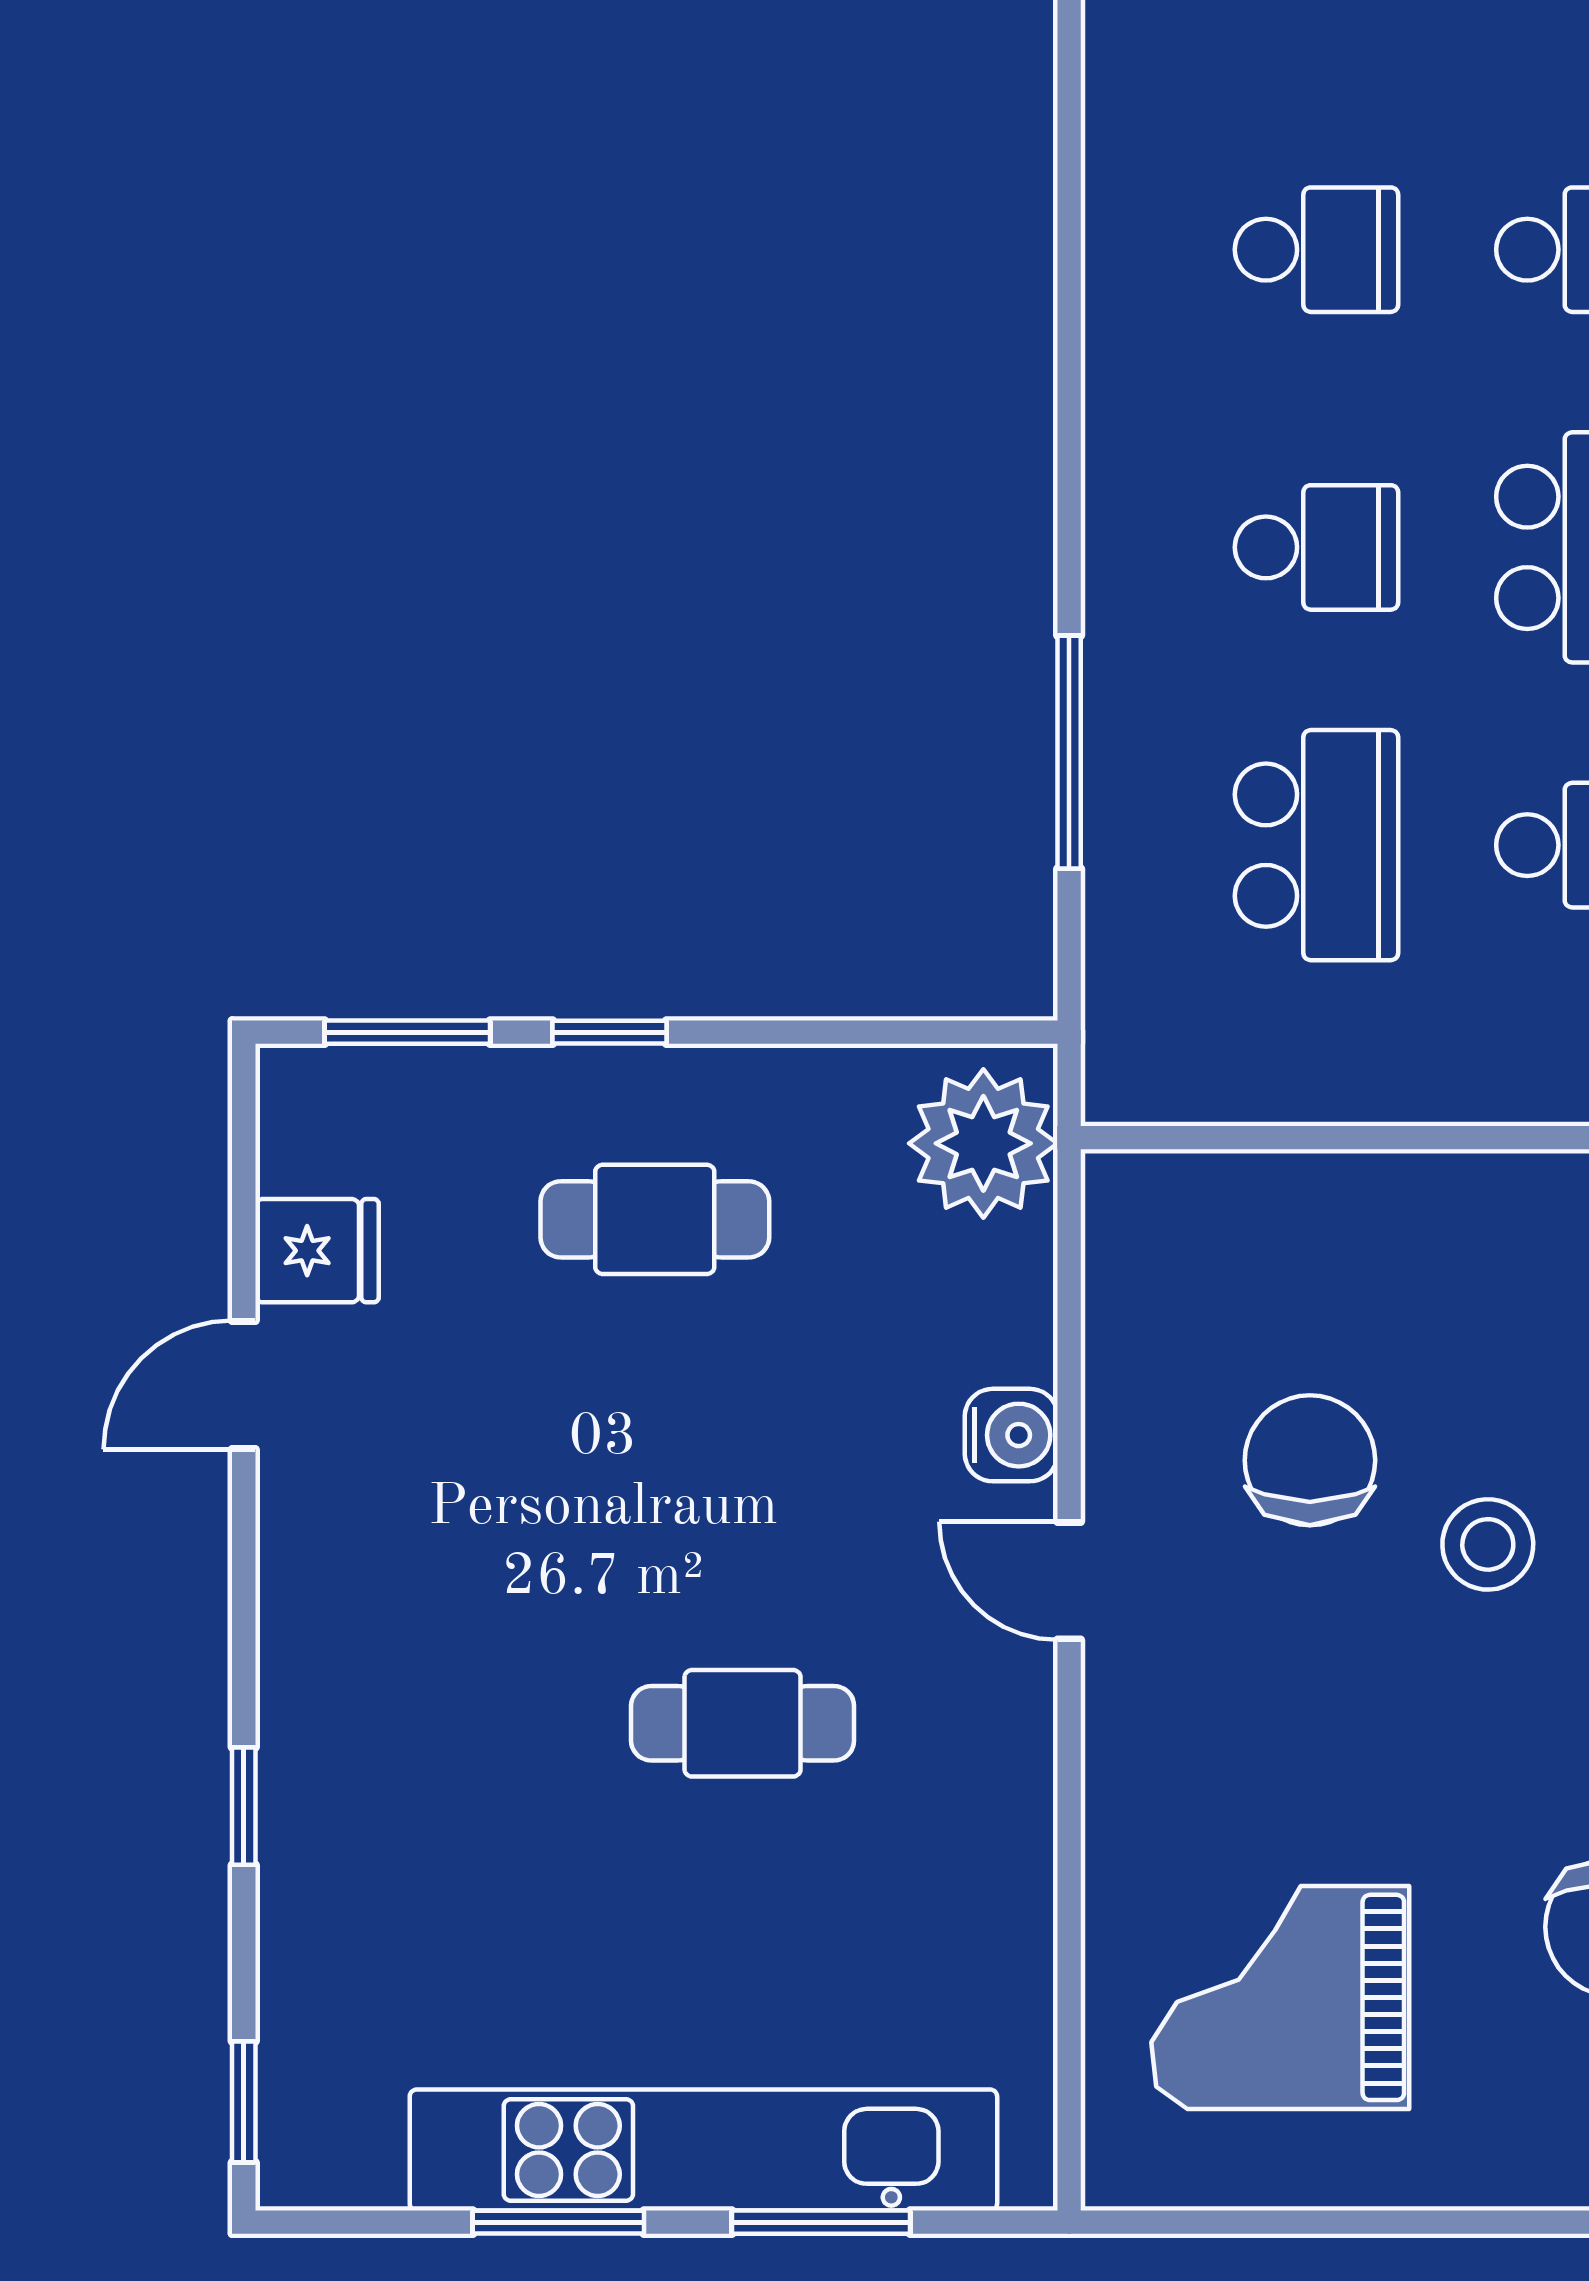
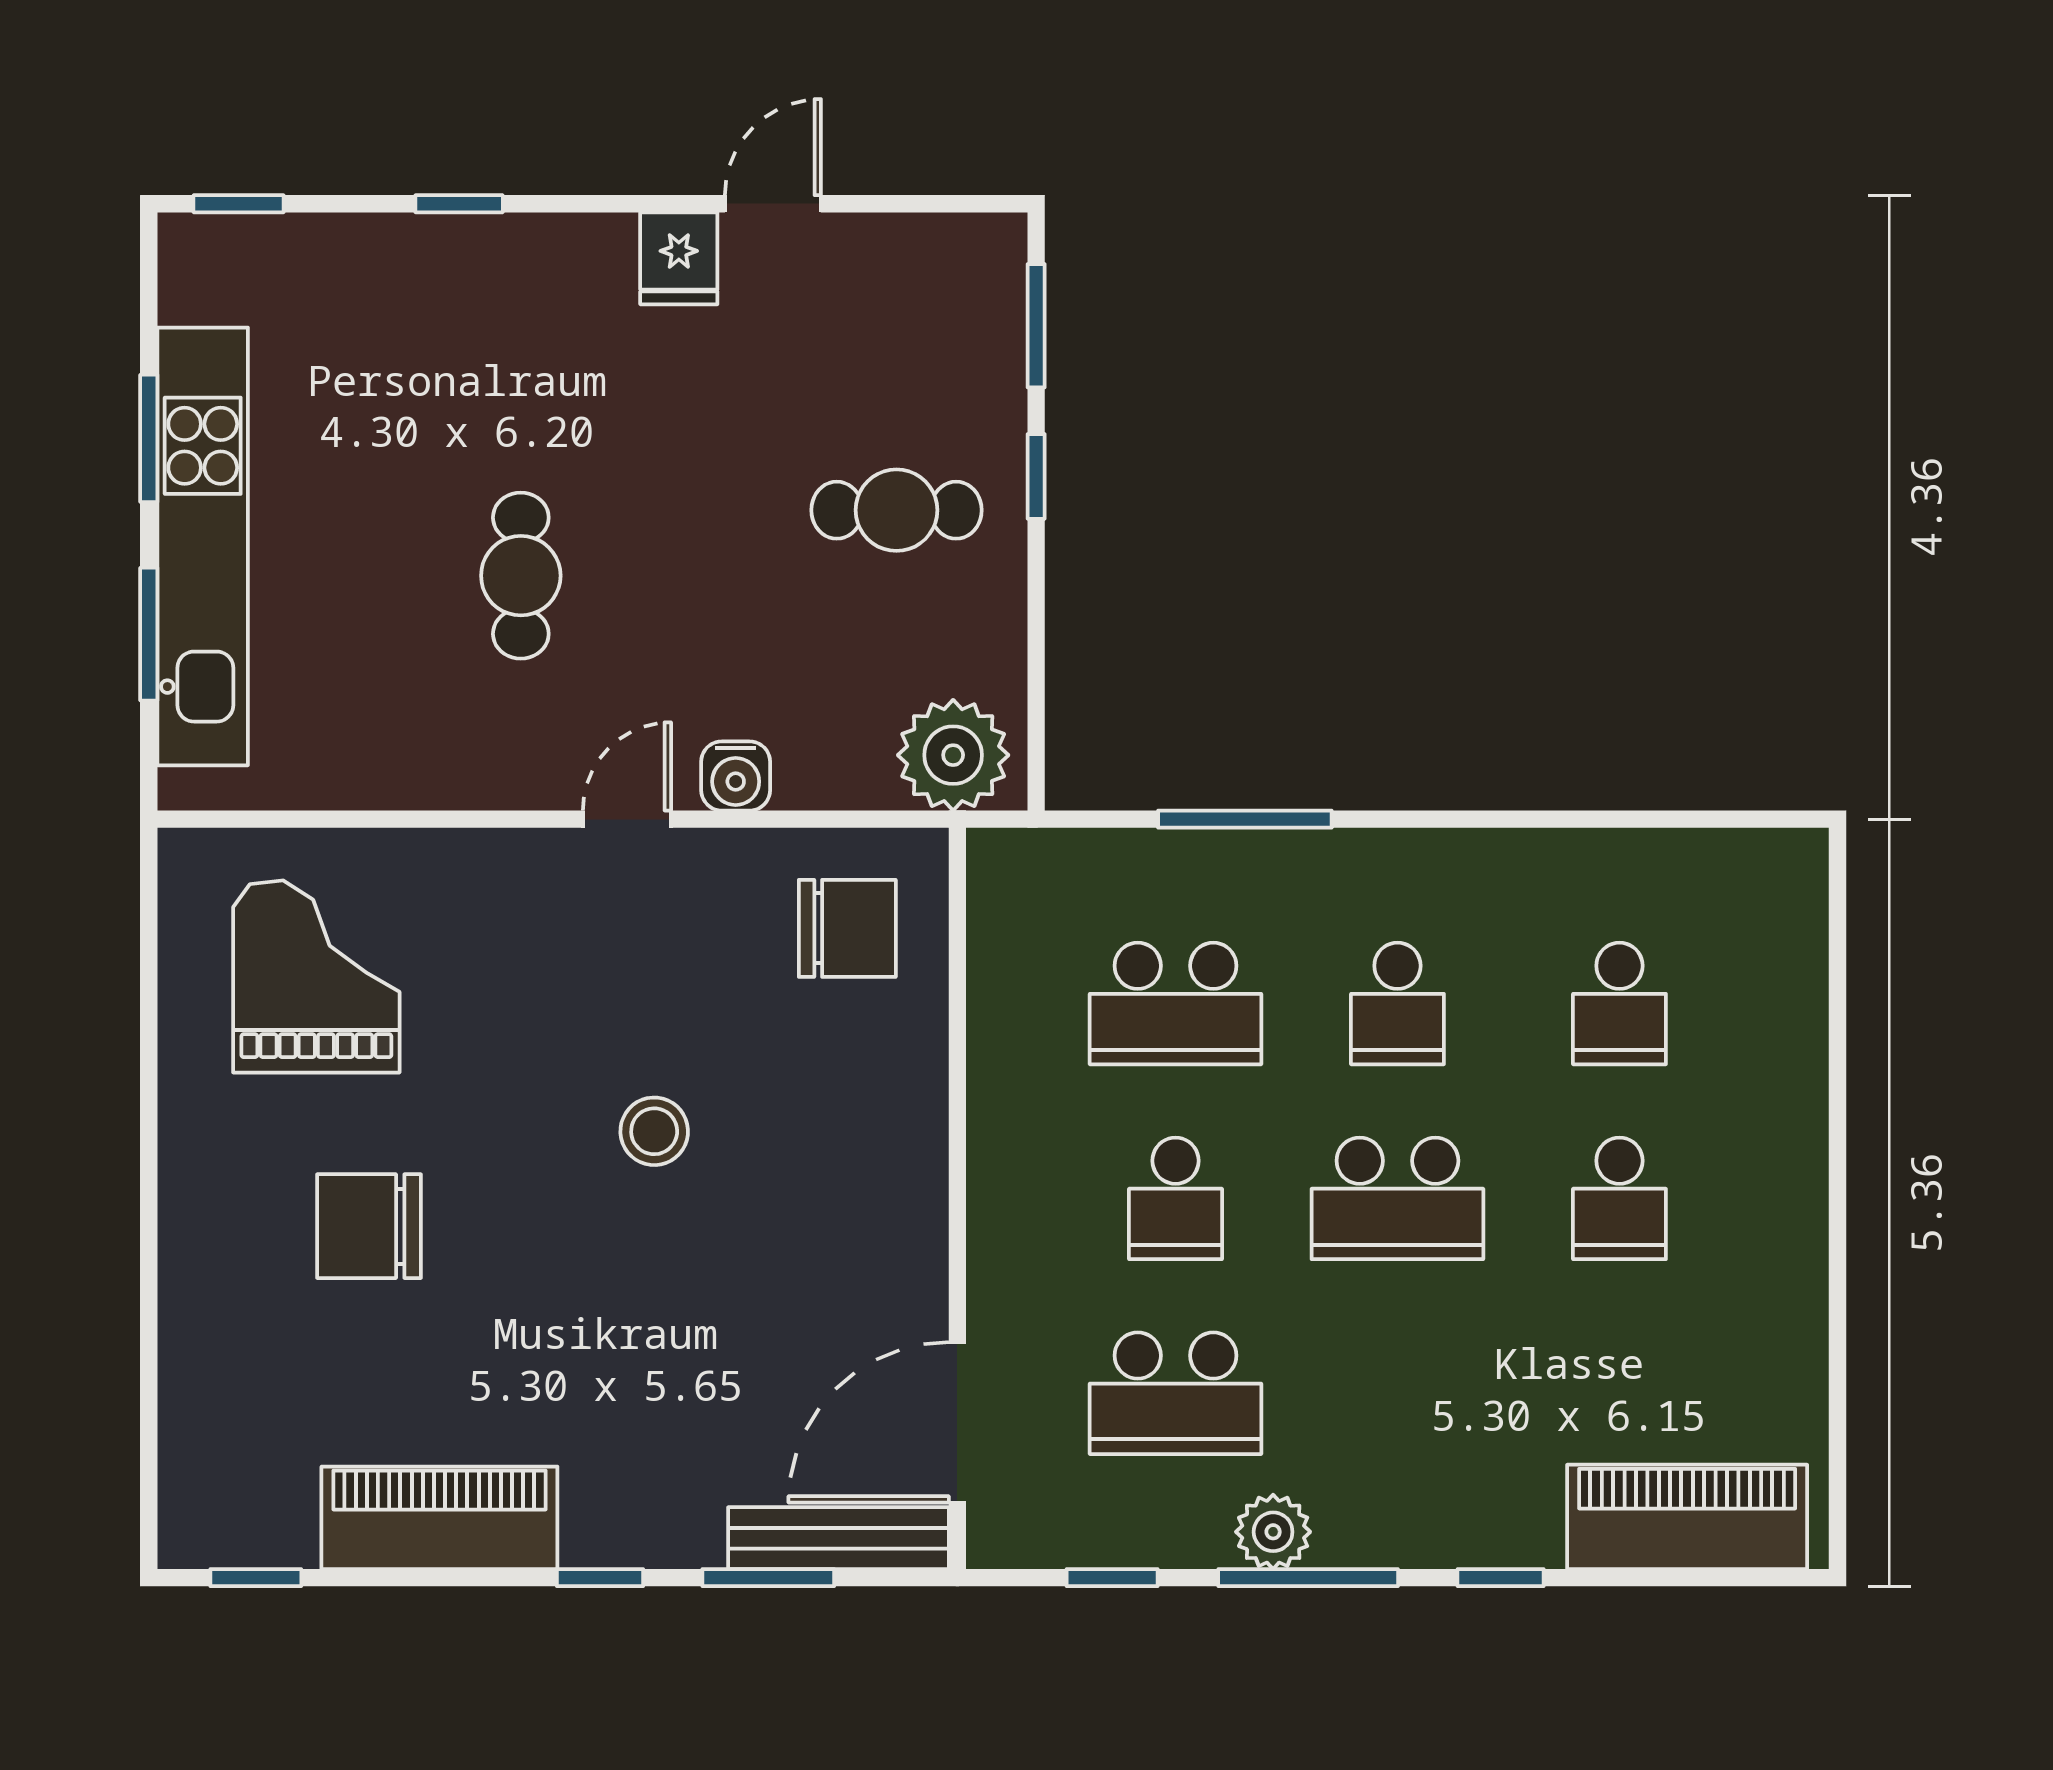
cafe table: (655, 1219) -> (896, 510), turned 90
fridge: (317, 1251) -> (679, 258), moved
door: (244, 1385) -> (773, 204), hinge flipped
chair: (1310, 1460) -> (847, 928), moved

